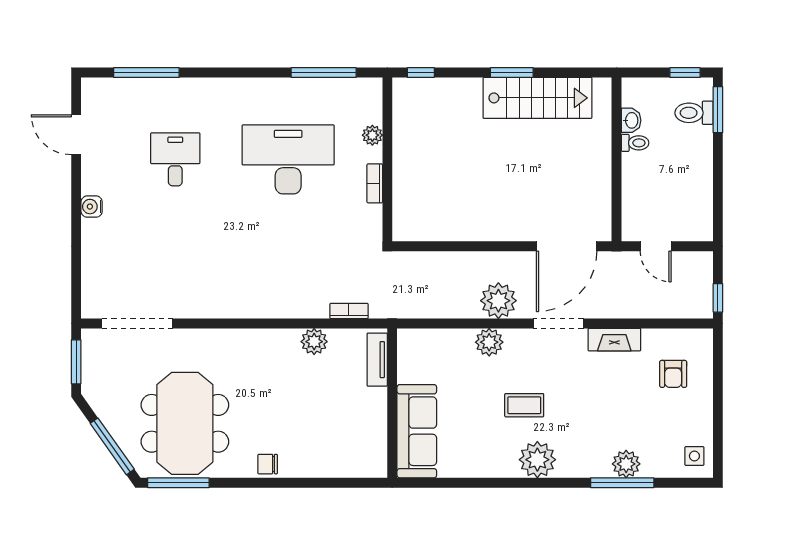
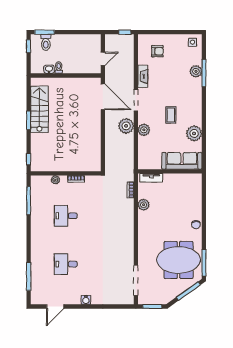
desk: (288, 159) -> (66, 216), width x0.53, depth x0.77
plant: (537, 460) -> (194, 133), moved

